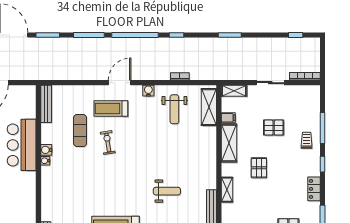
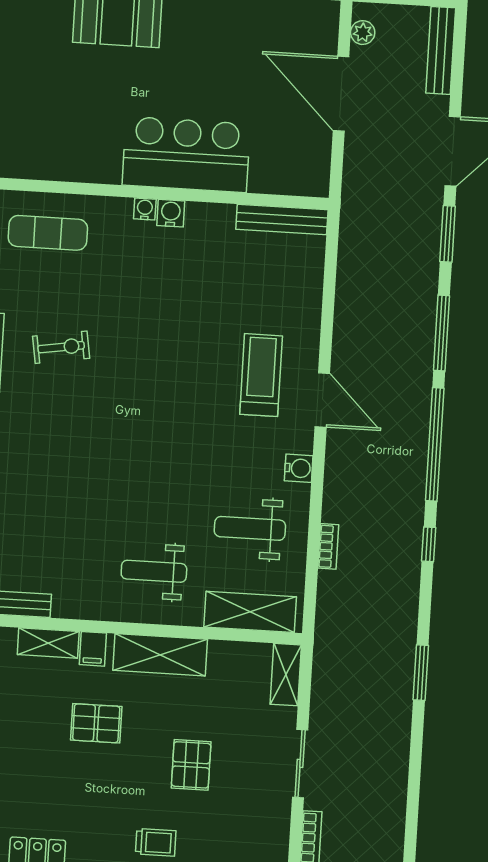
window: (296, 35) -> (411, 832), removed
filing cabinet: (228, 118) -> (93, 649), moved
exercise mat: (80, 130) -> (48, 233), moved
exercise bike: (108, 142) -> (61, 347), moved
weight bench: (167, 191) -> (154, 571), moved, turned 90

